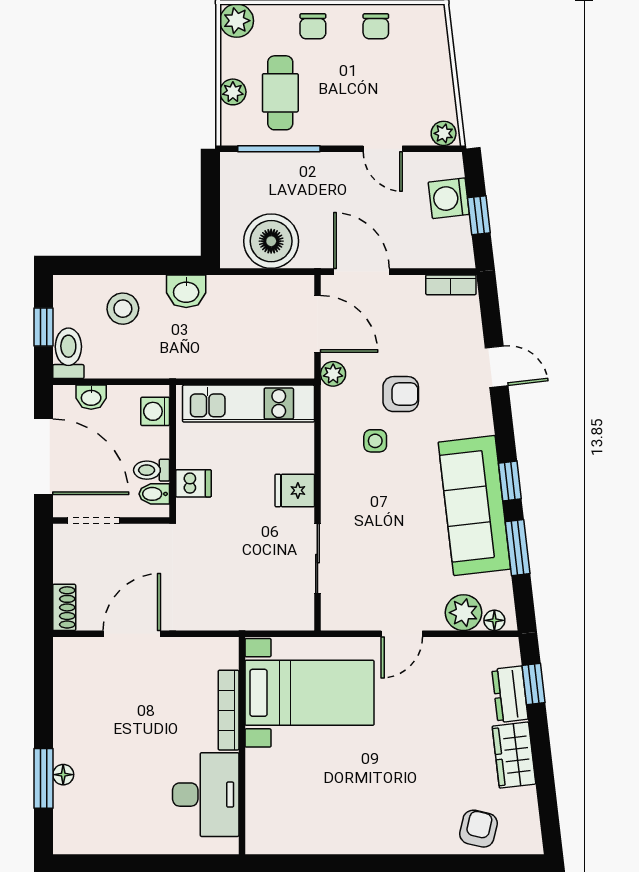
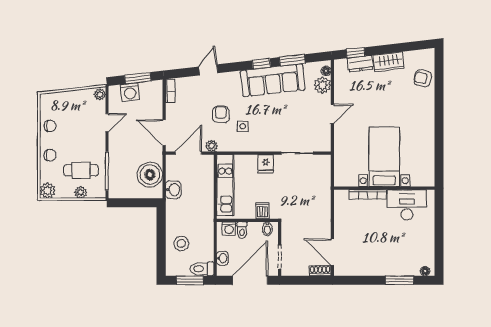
window: (479, 215) -> (138, 78), width x1.50
door: (362, 272) -> (164, 133), hinge flipped
washbasin: (186, 291) -> (173, 190), moved
window: (43, 327) -> (190, 280), width x1.50
toilet: (152, 470) -> (242, 230), moved
door: (132, 634) -> (332, 252), moved
door: (402, 634) -> (332, 114), hinge flipped
bed with nightstands: (309, 693) -> (384, 157), moved
floor lamp: (63, 775) -> (425, 271), moved

